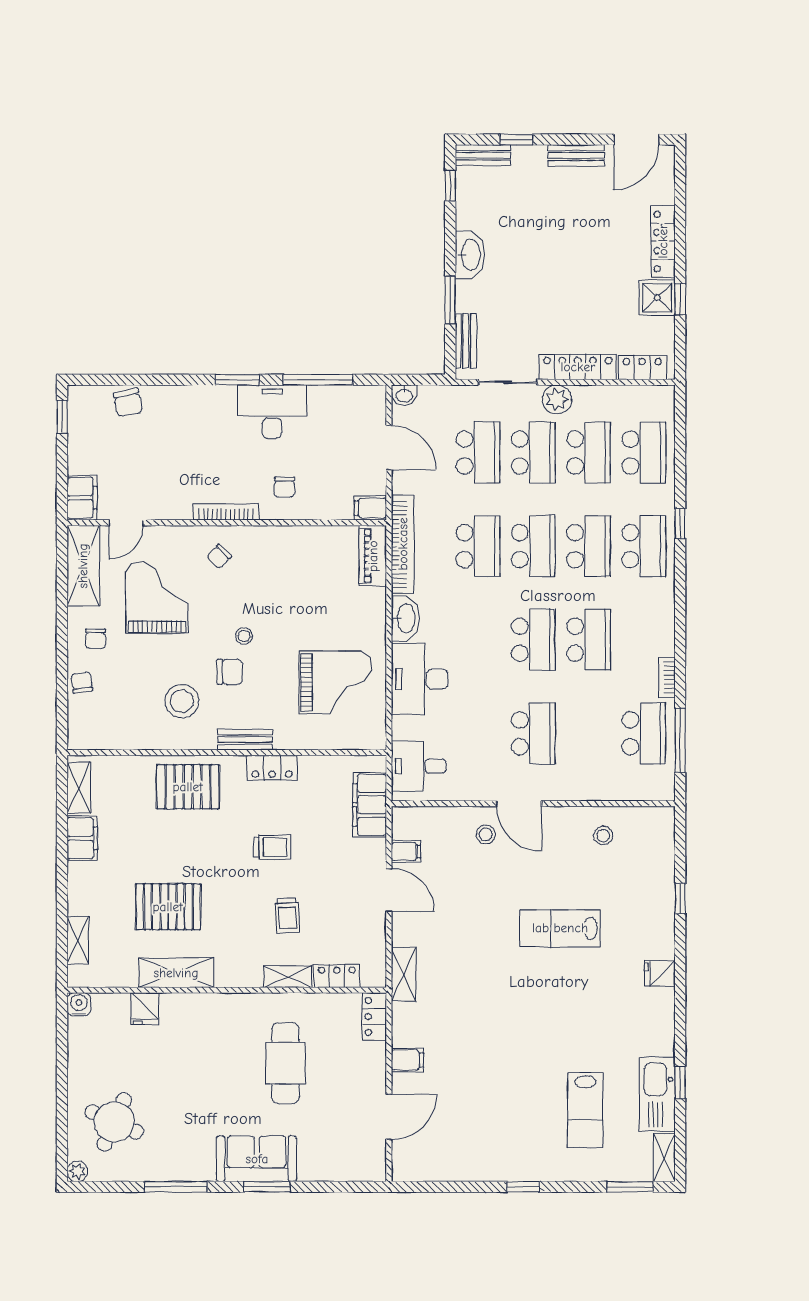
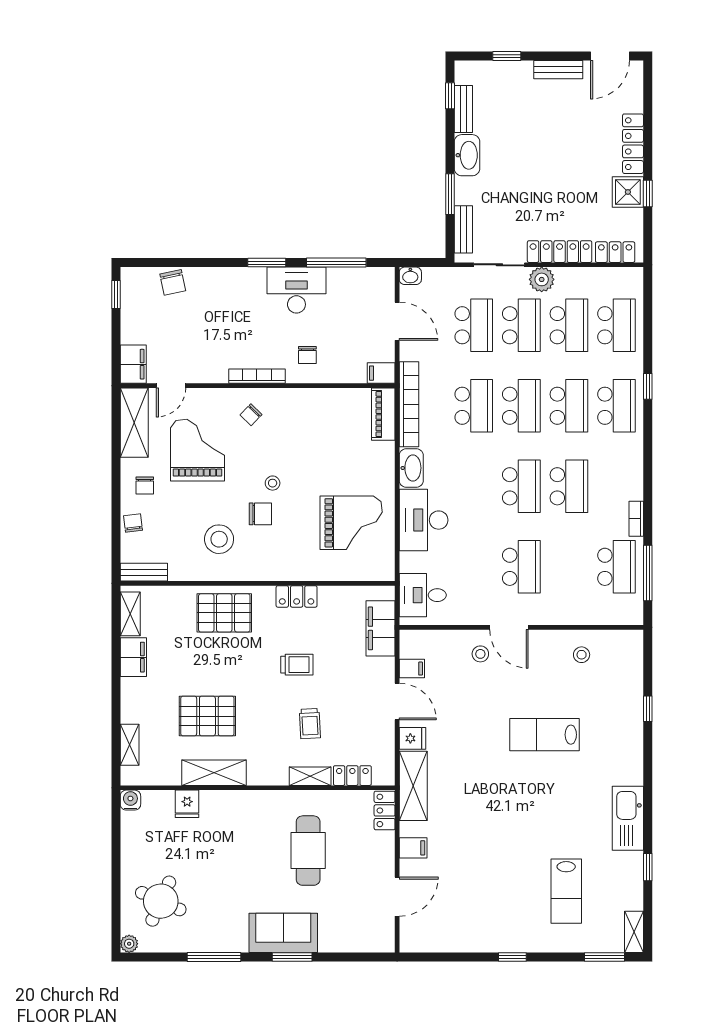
bench: (483, 155) -> (463, 109), moved, turned 90
bench: (245, 740) -> (144, 572), moved
fridge: (660, 973) -> (412, 738), moved, turned 180
shelving: (404, 974) -> (413, 786), width x1.50, depth x1.33
kitchen sink: (657, 1094) -> (628, 818), moved

